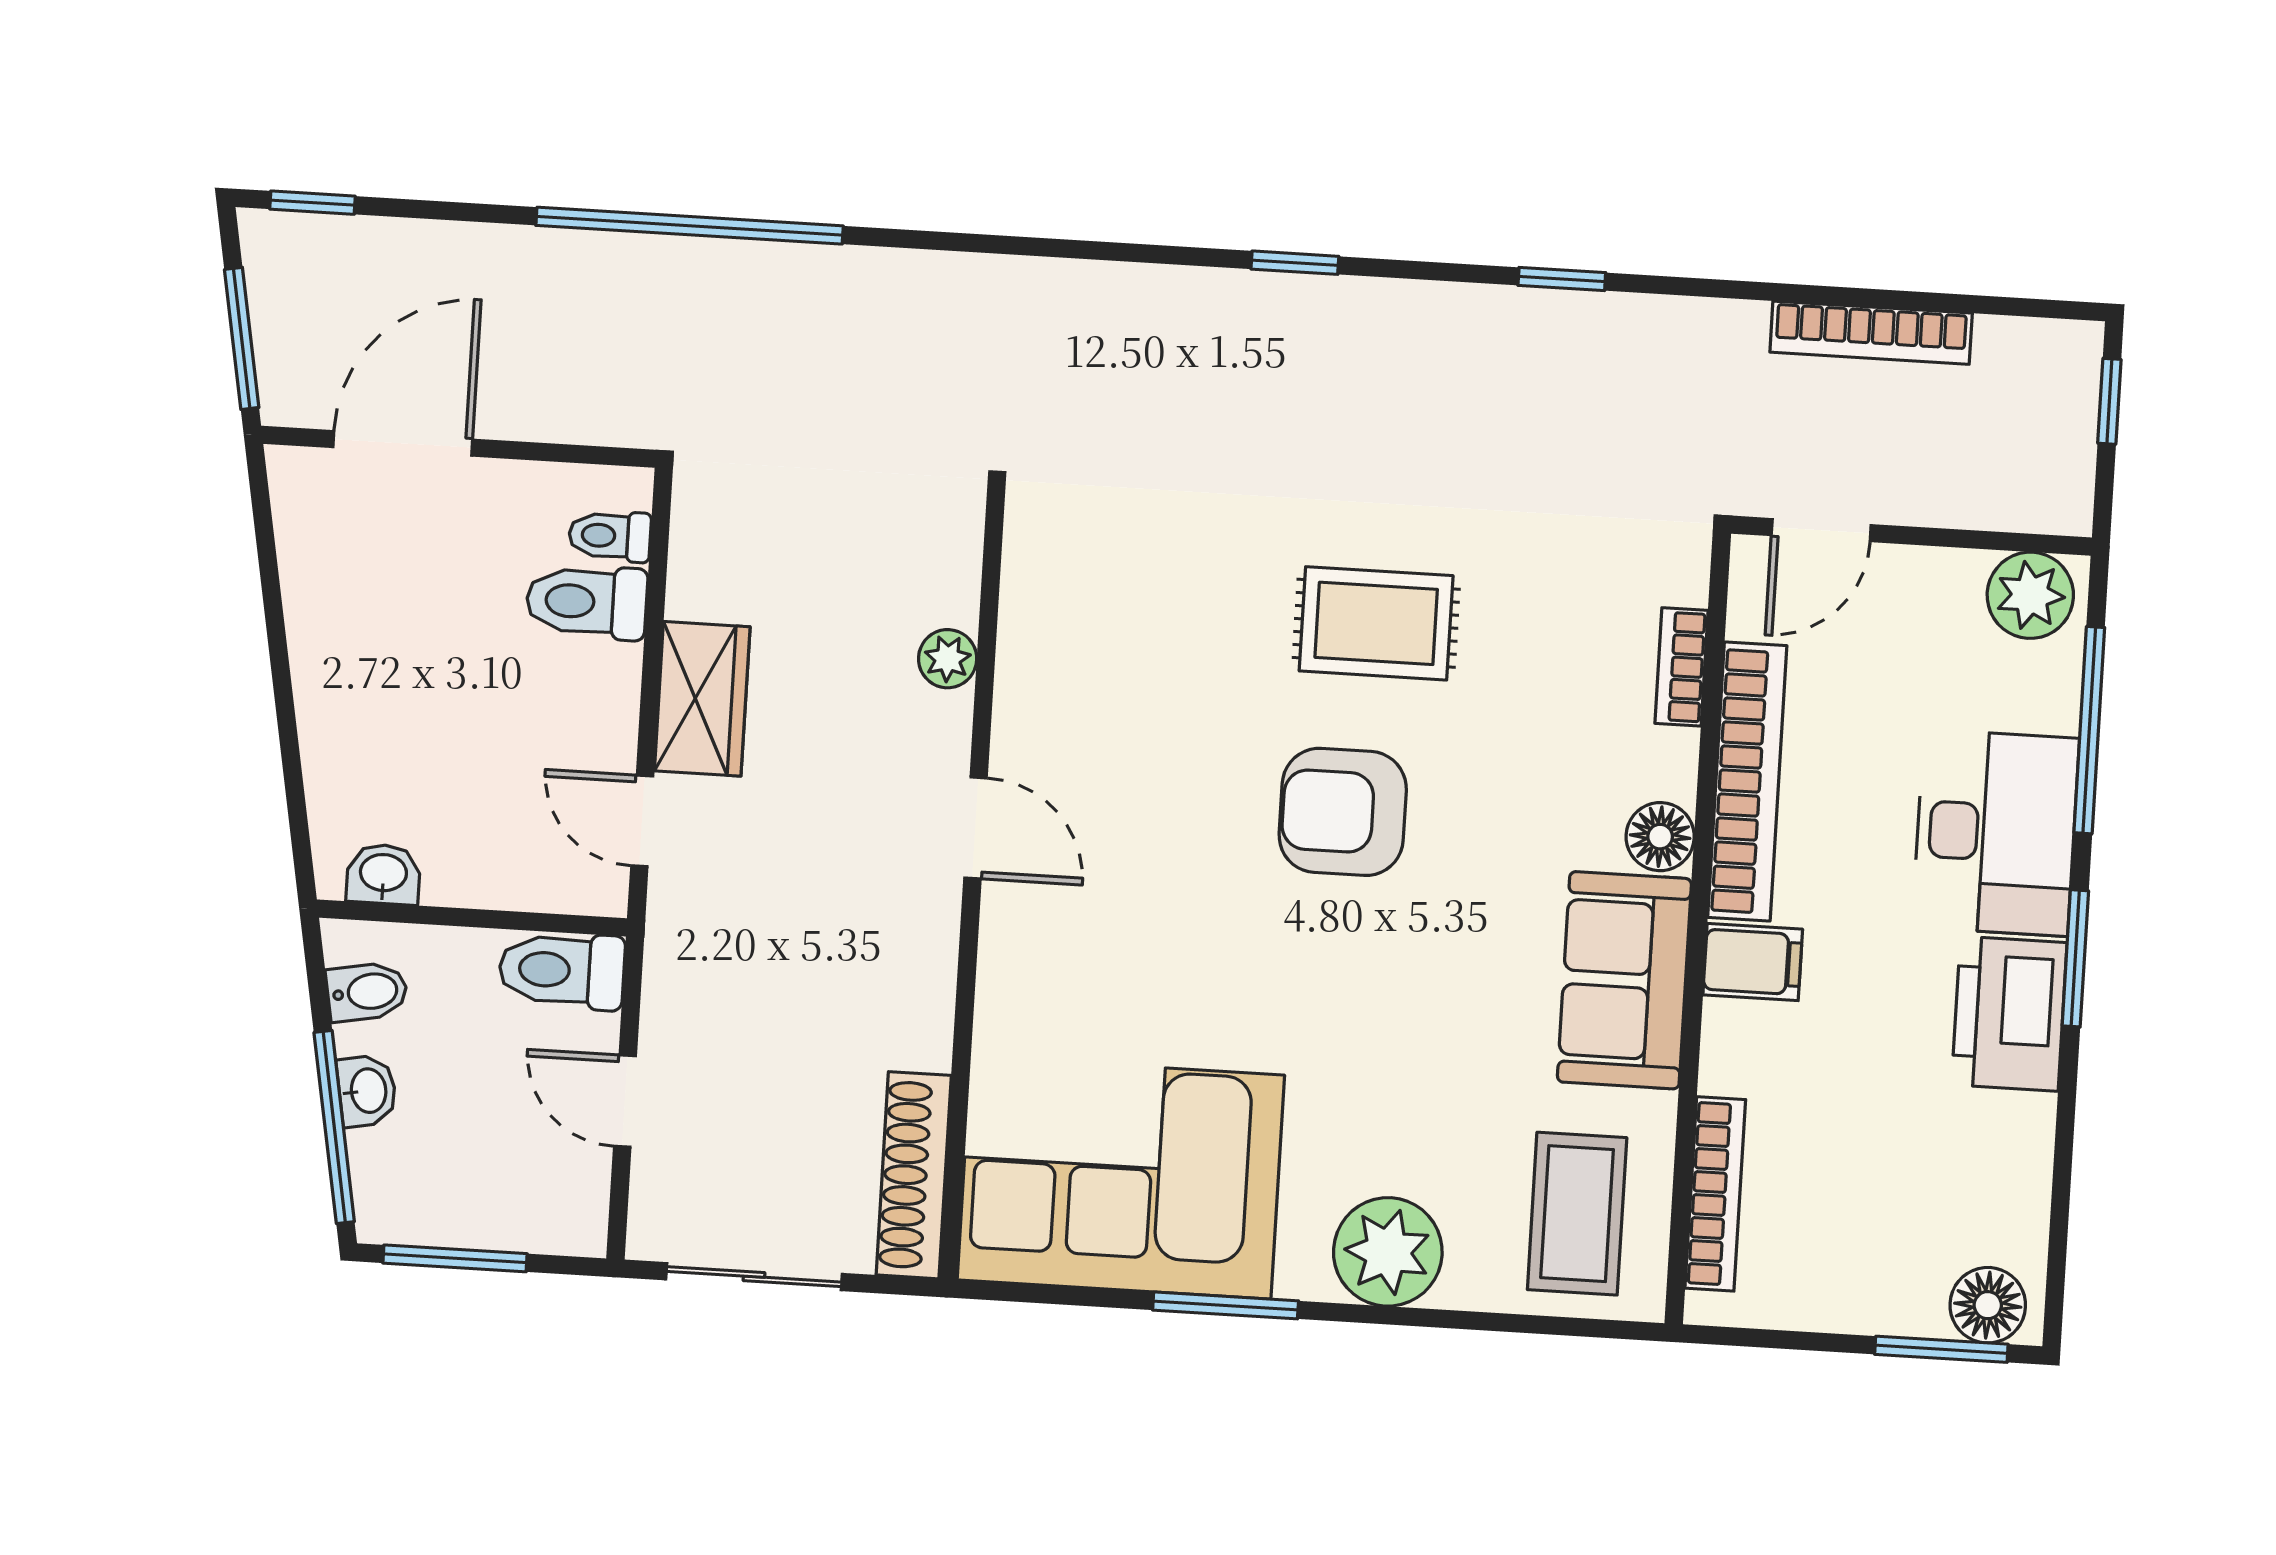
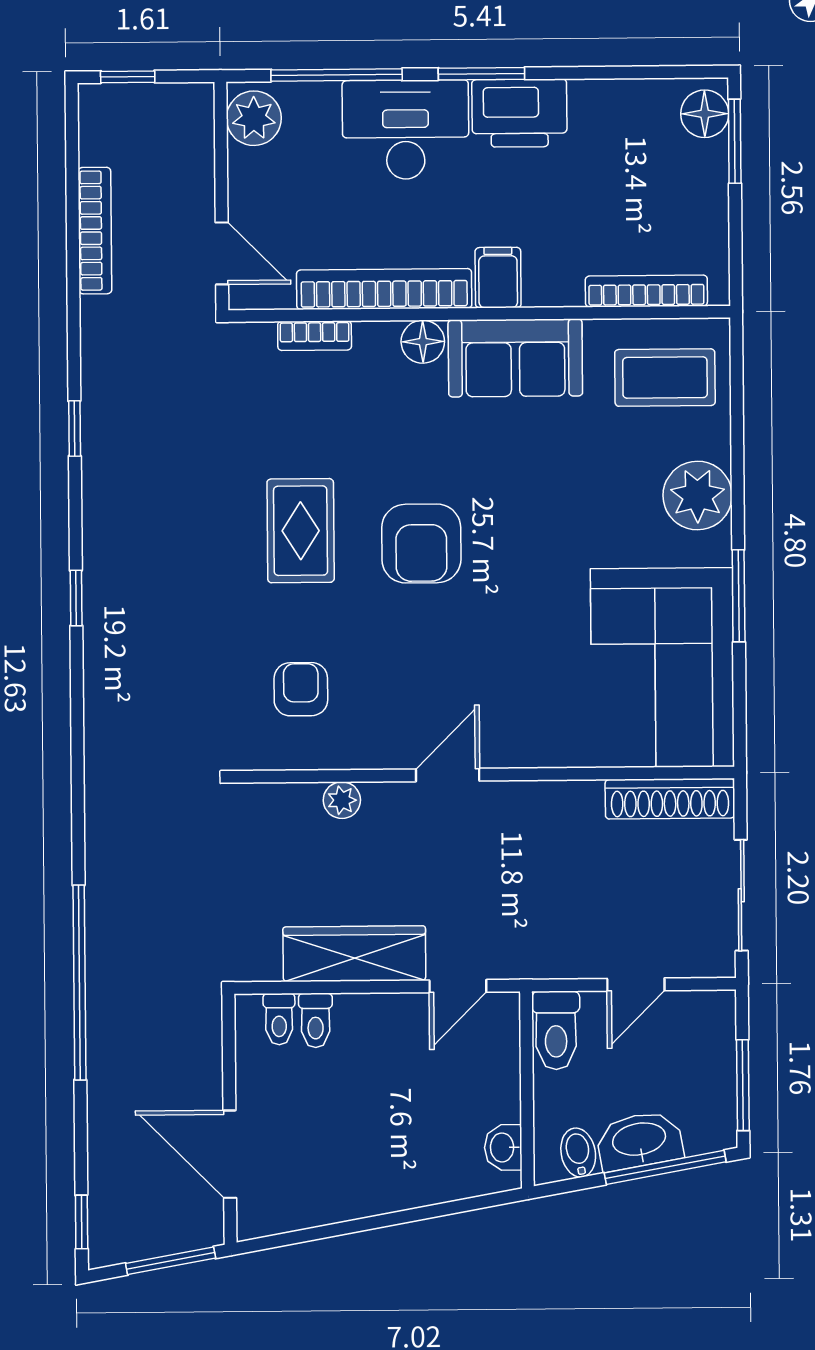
toilet: (587, 602) -> (316, 1020), width x0.73, depth x0.72
armchair: (1127, 606) -> (301, 689), added
wardrobe: (702, 699) -> (354, 954), width x1.50
washbasin: (367, 1091) -> (639, 1141), width x1.91, depth x1.45

